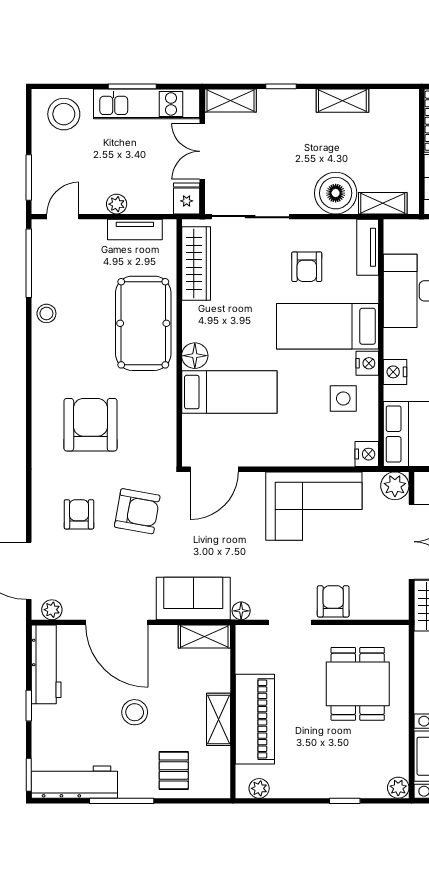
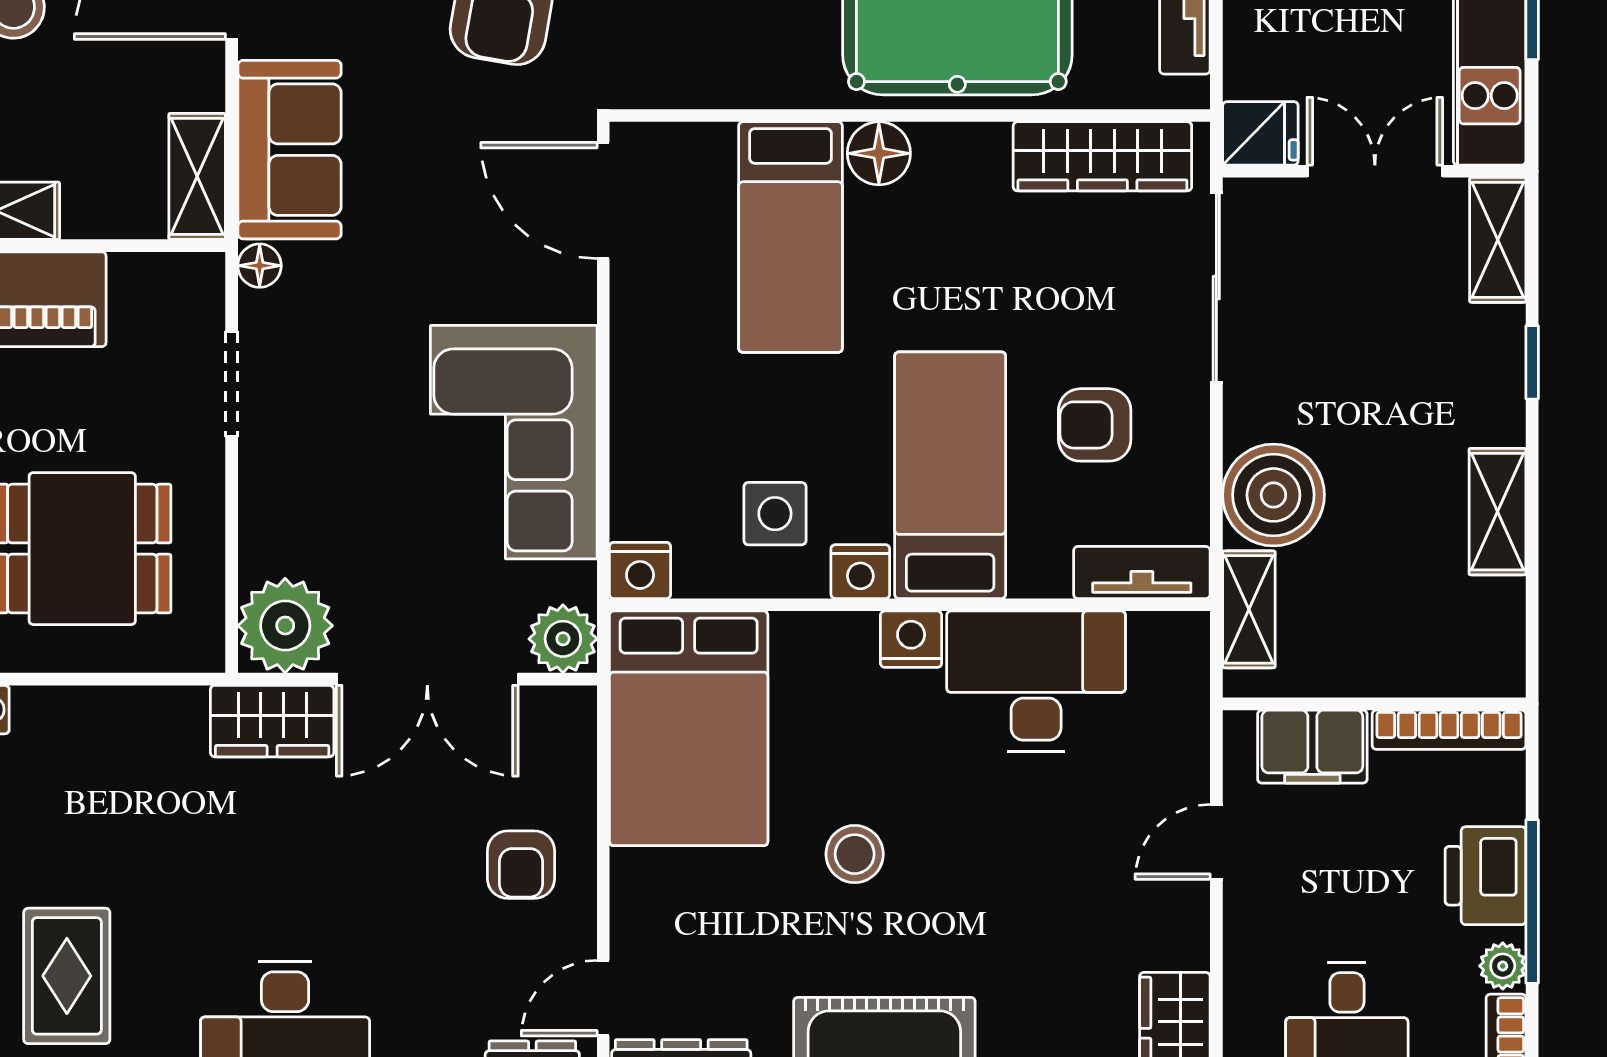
nightstand: (395, 372) -> (911, 639), moved
plant: (389, 600) -> (285, 626), added
armchair: (333, 601) -> (282, 489), removed

